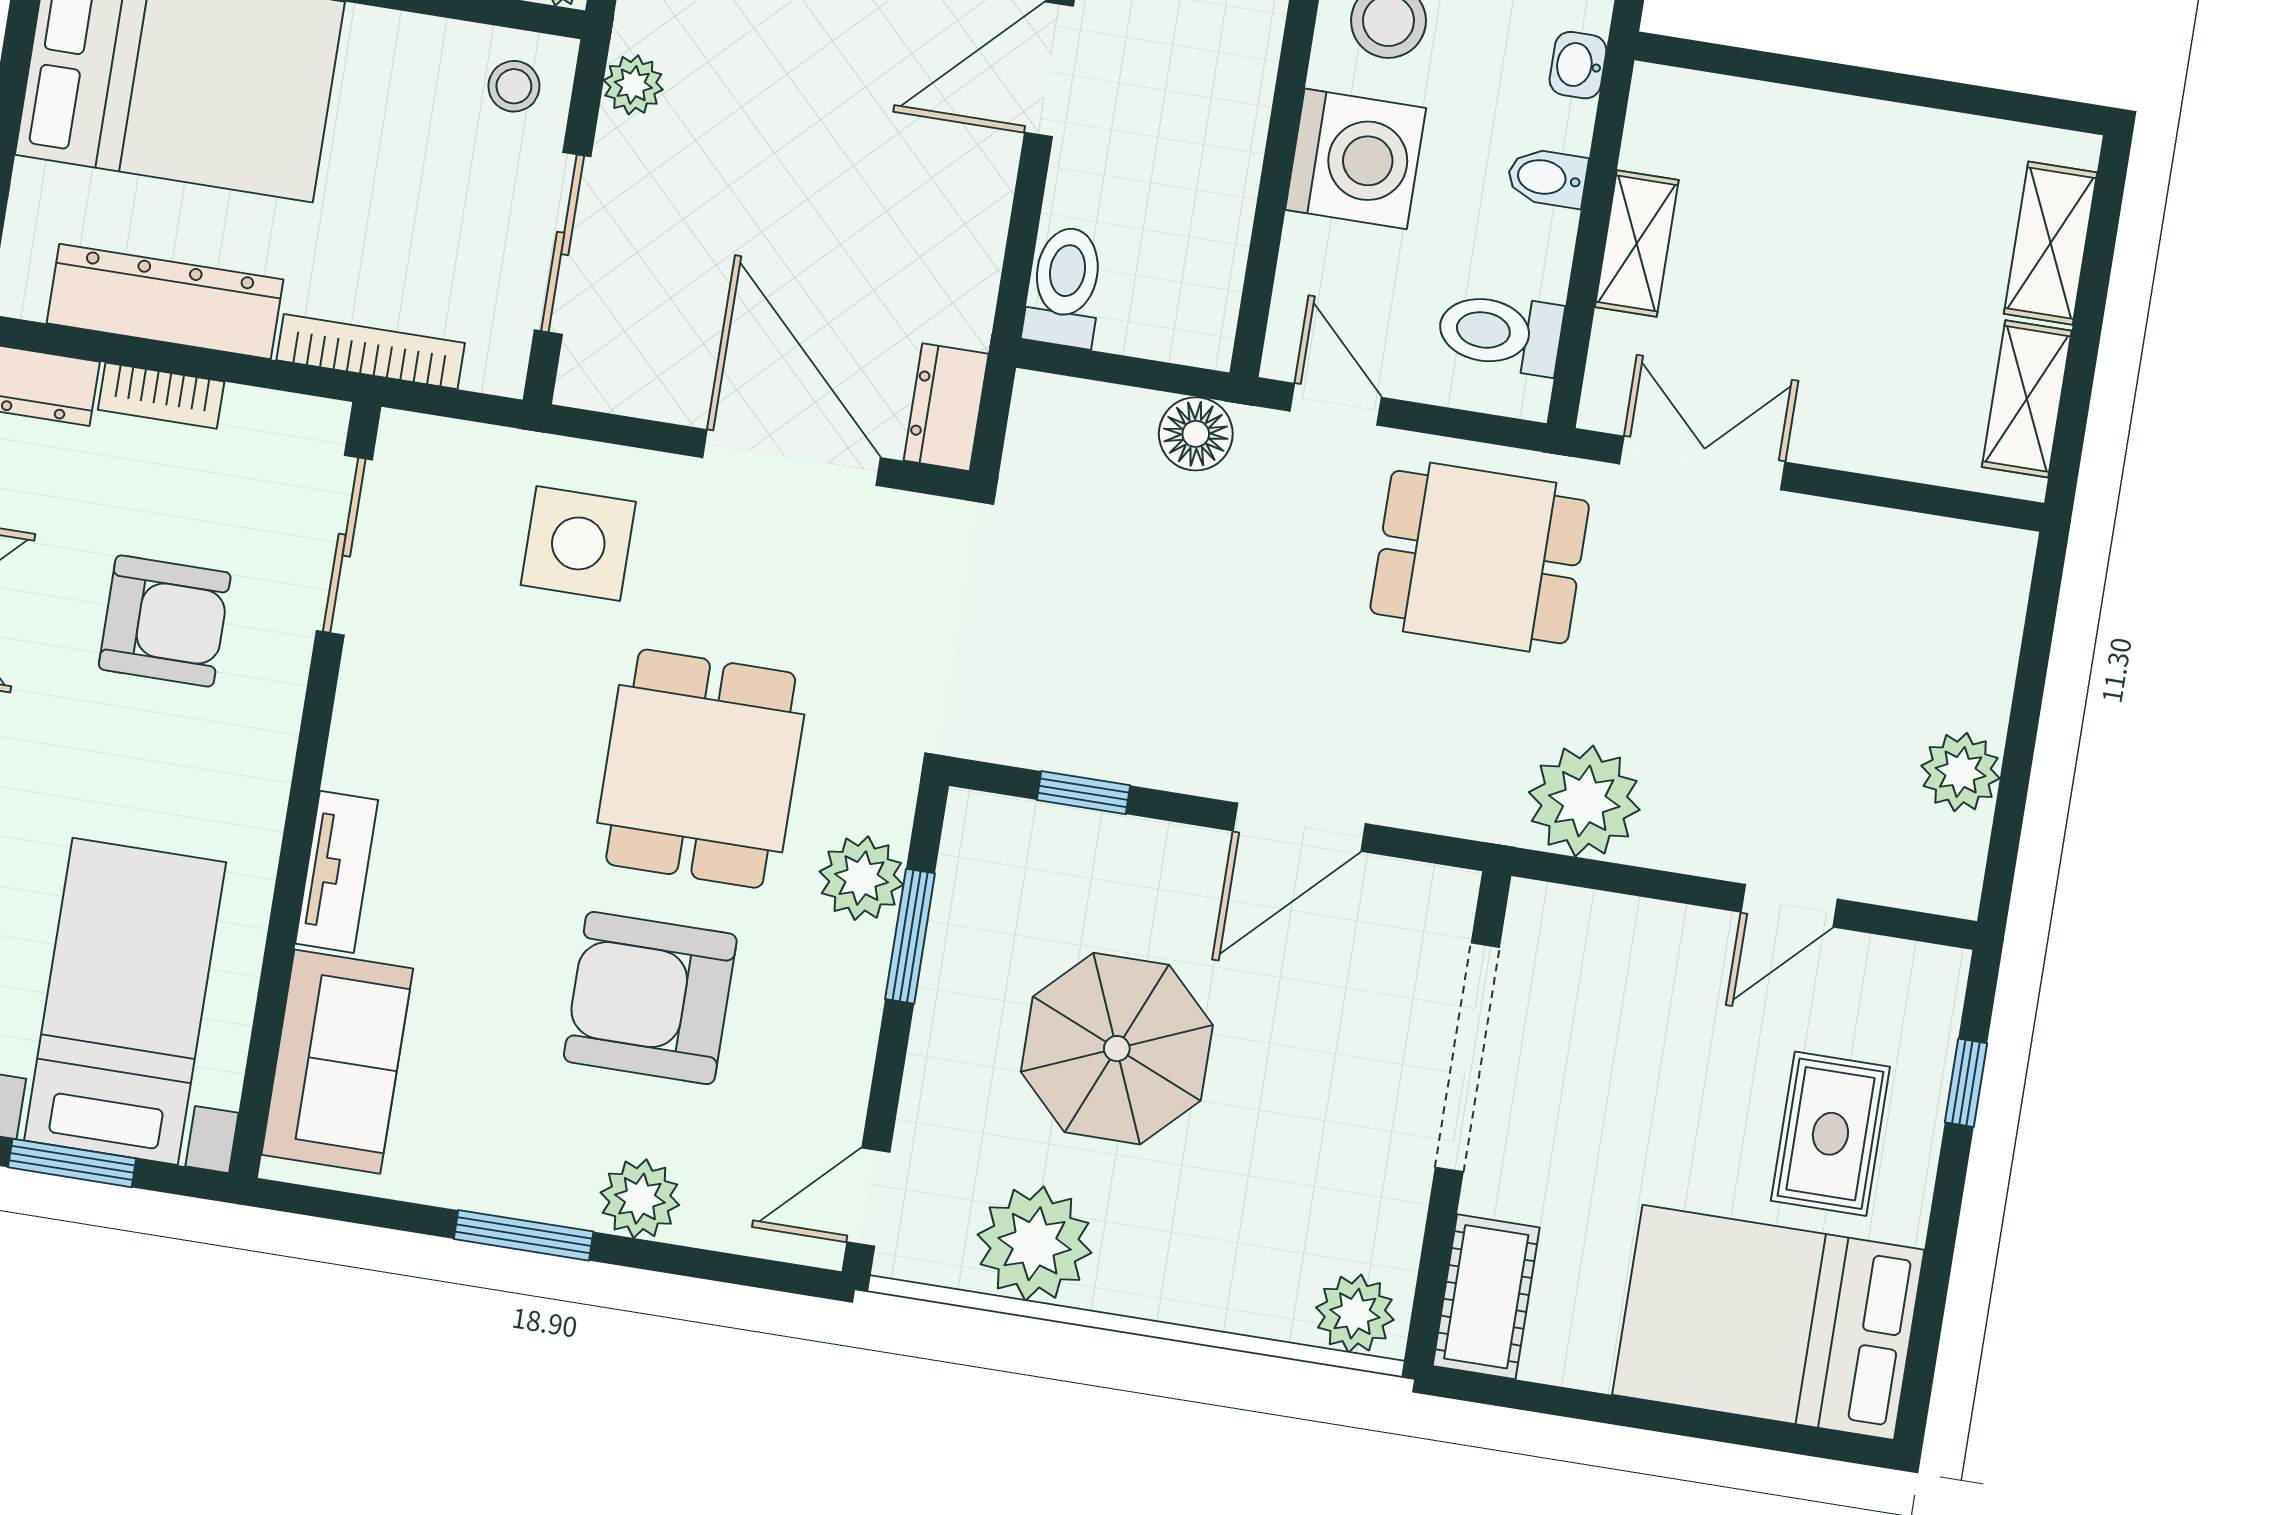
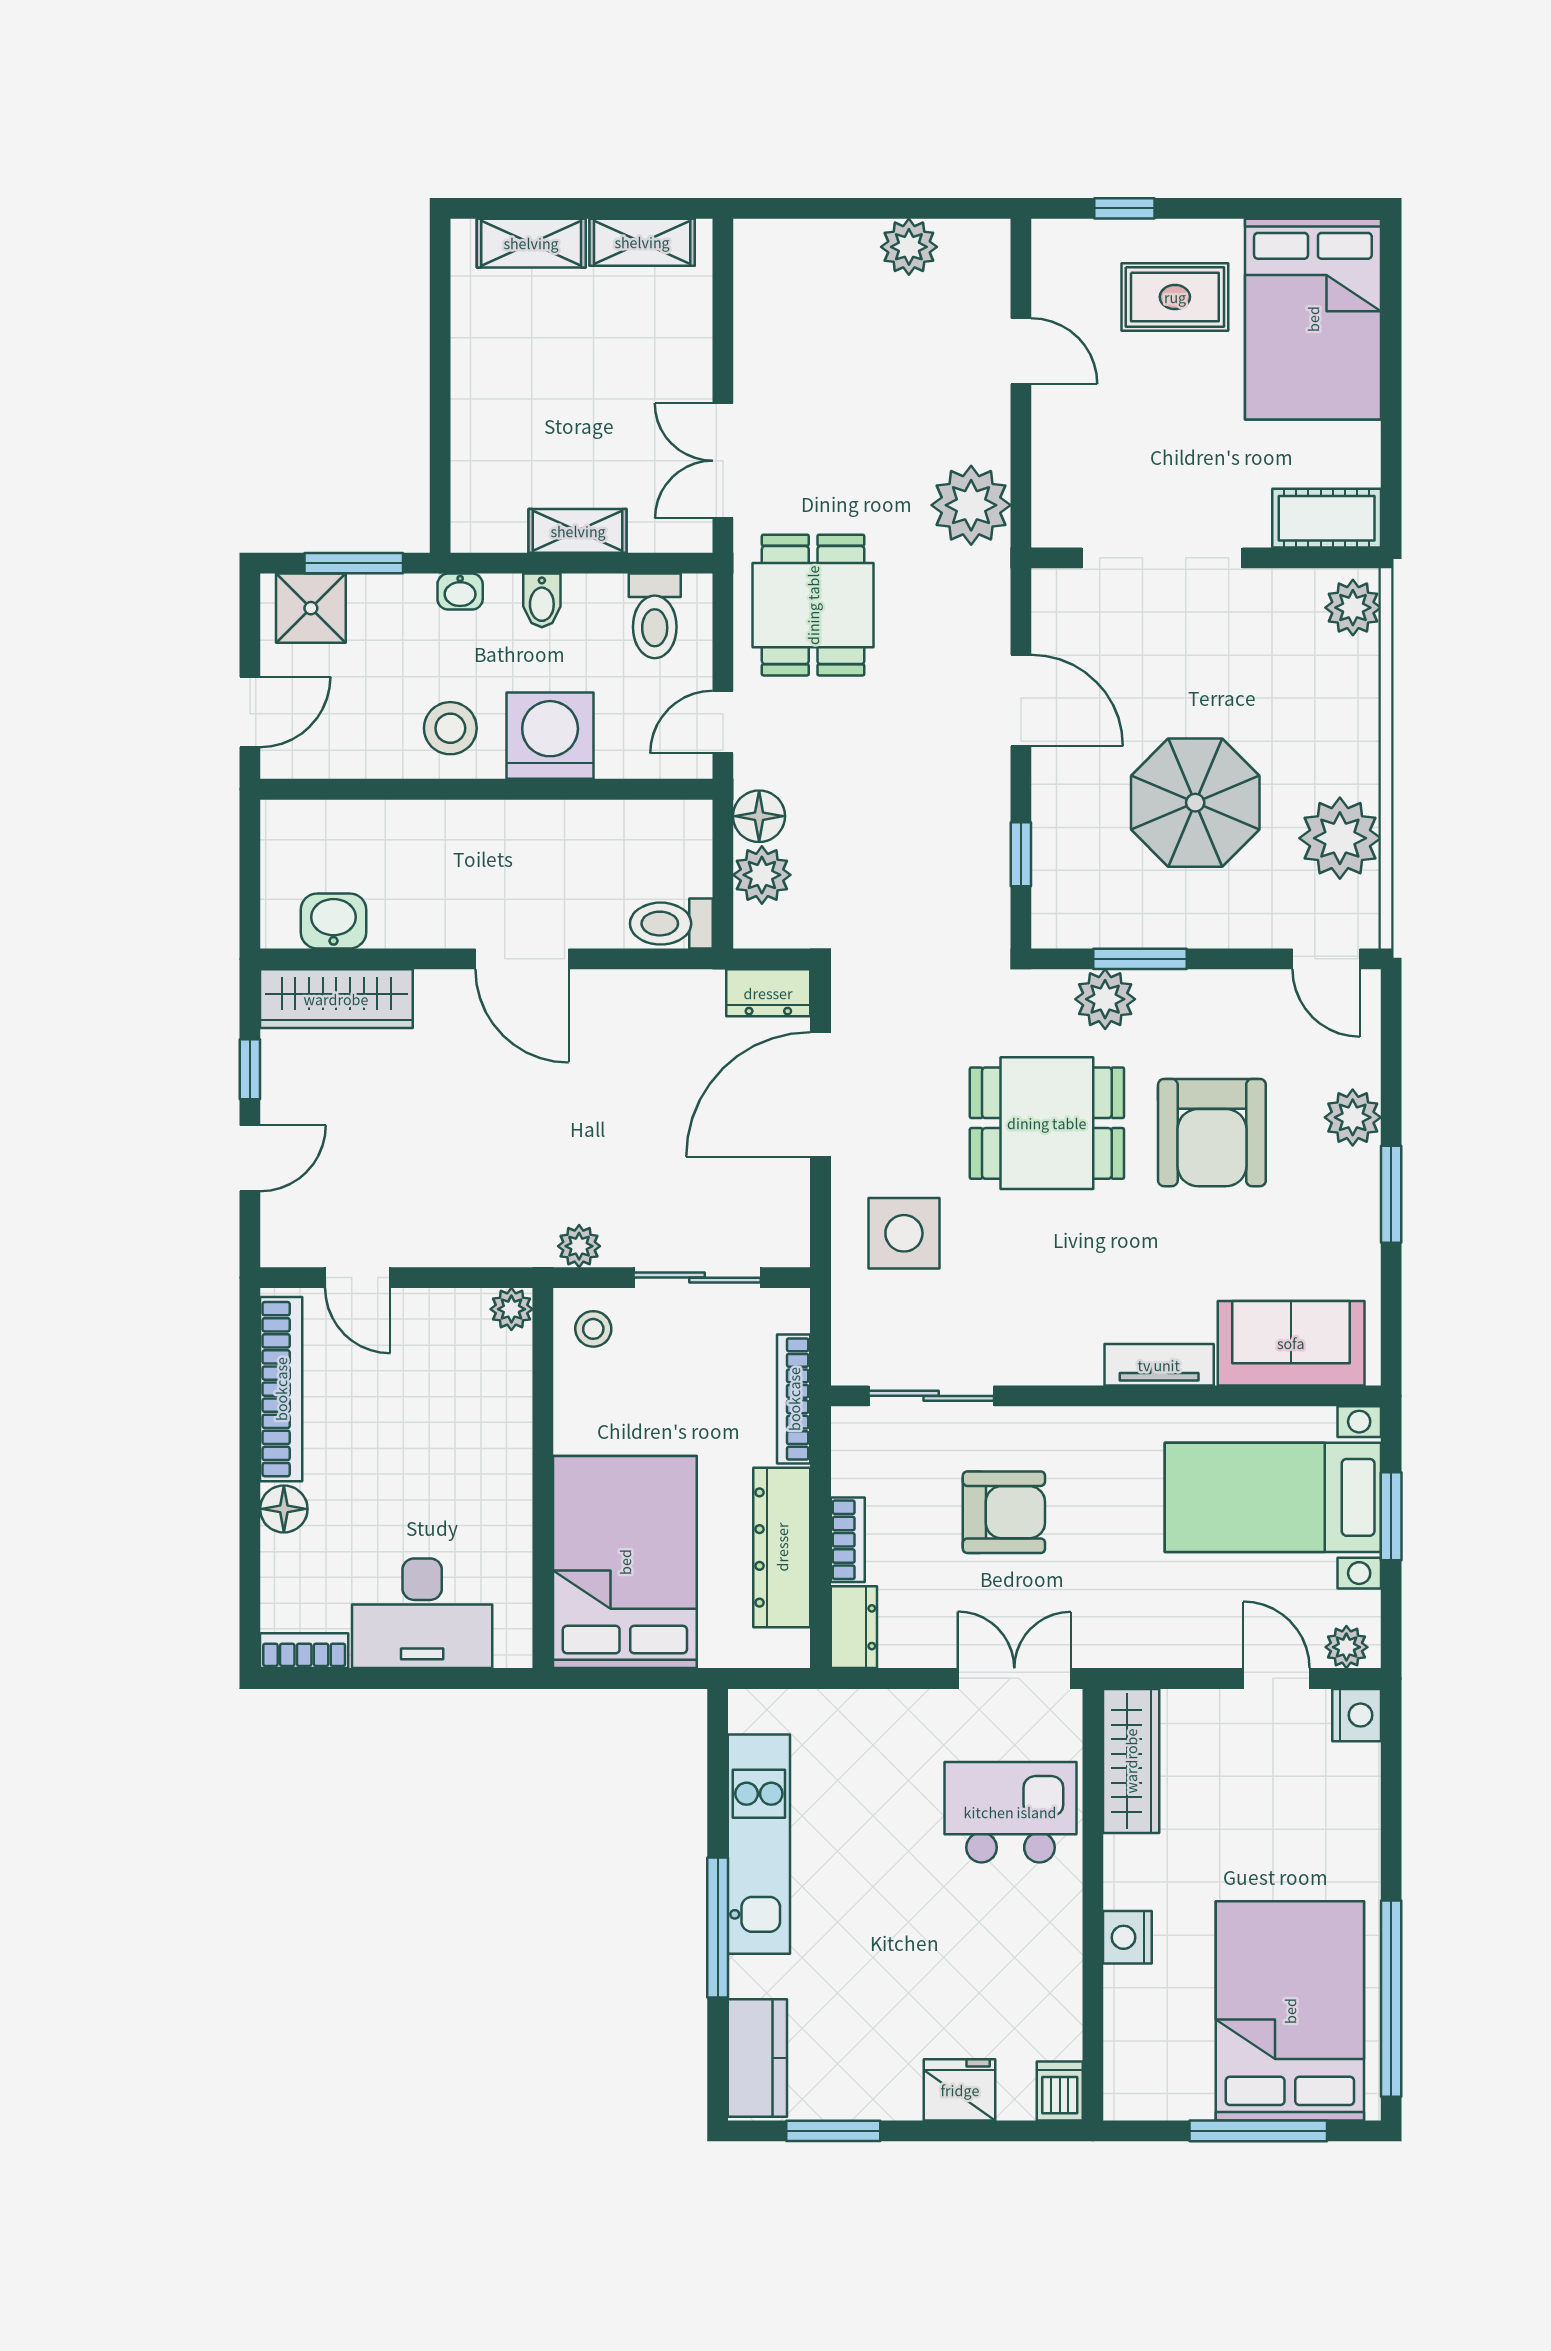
plant: (1113, 425) -> (762, 875), added
armchair: (165, 621) -> (1004, 1512), turned 90

